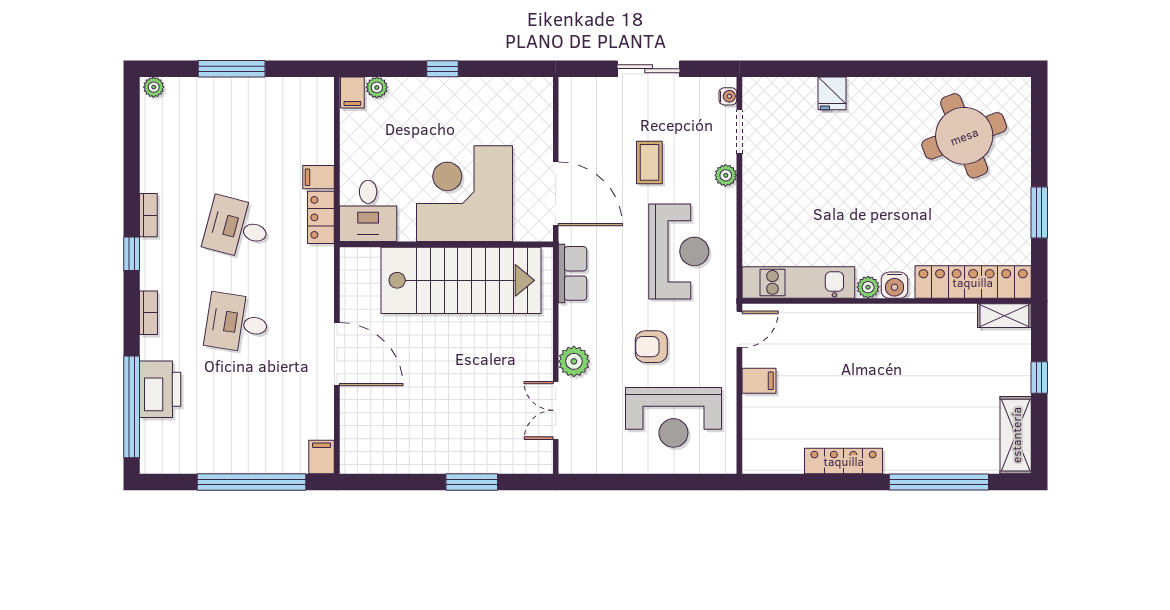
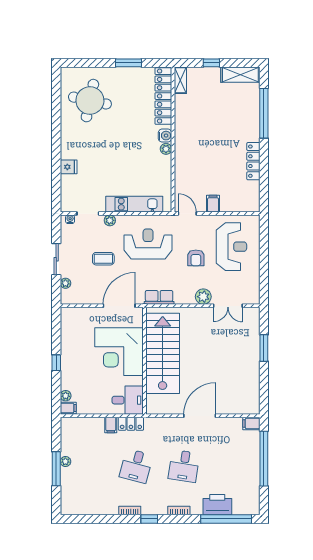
plant: (154, 87) -> (65, 461), moved
plant: (601, 87) -> (65, 283), added
round table: (964, 136) -> (90, 101), turned 33
kitchen unit: (798, 282) -> (134, 204), moved, turned 90

